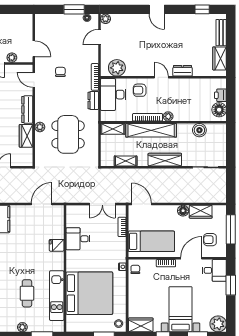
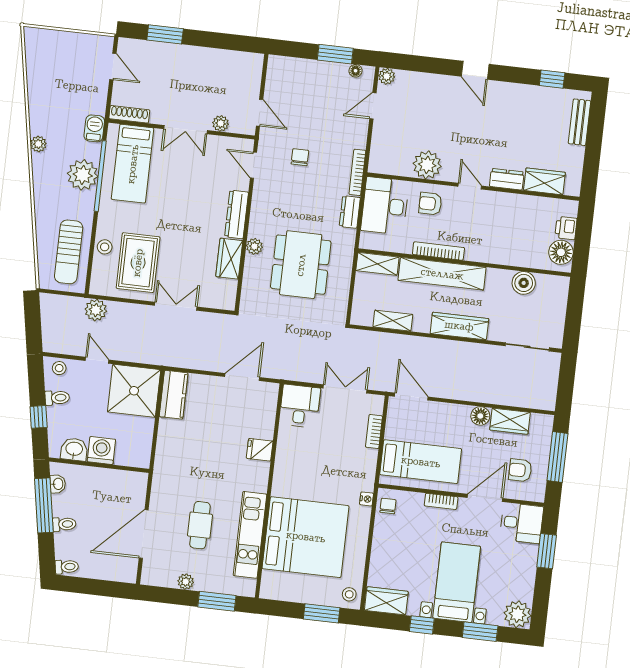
wardrobe: (219, 58) -> (544, 181), moved, turned 90
plant: (117, 68) -> (427, 165), moved
plant: (168, 116) -> (473, 254), removed
double door: (102, 204) -> (345, 389), swing flipped
desk: (78, 239) -> (300, 406), moved, turned 90

